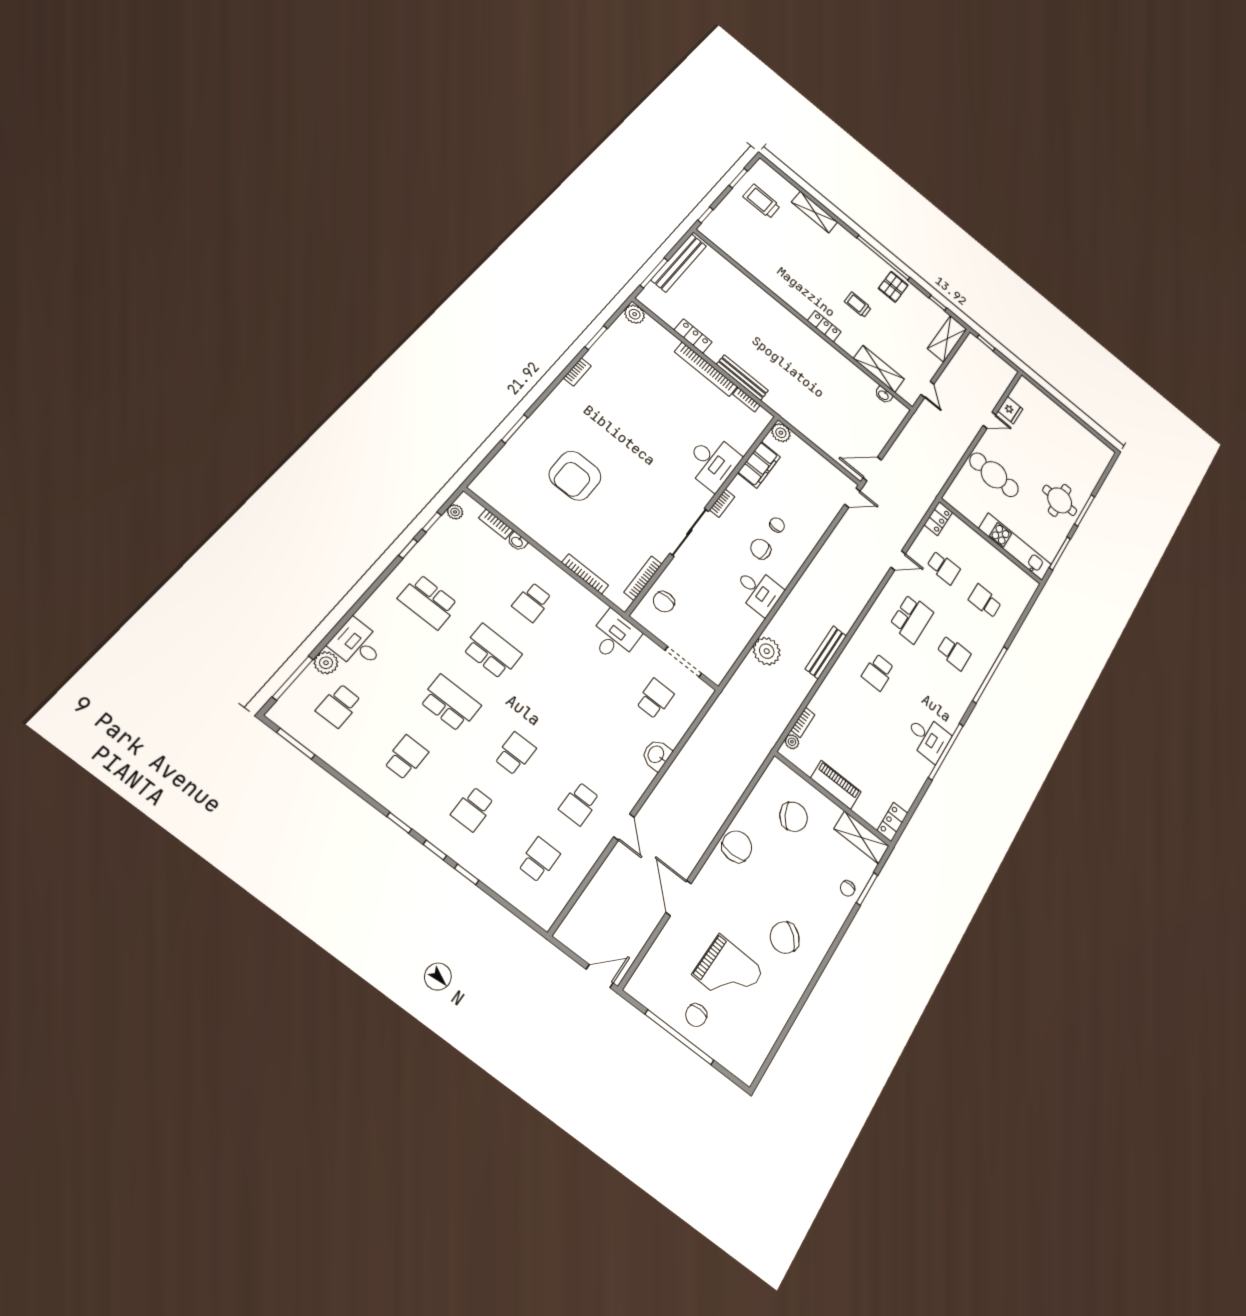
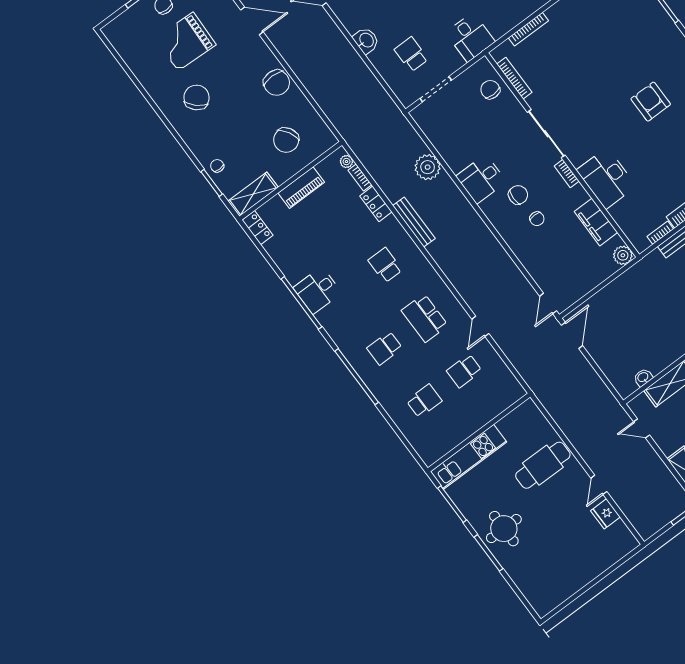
armchair: (575, 476) -> (651, 102), moved, width x0.73, depth x0.73
locker: (938, 518) -> (376, 204), moved
school desk: (655, 699) -> (411, 54), turned 180

